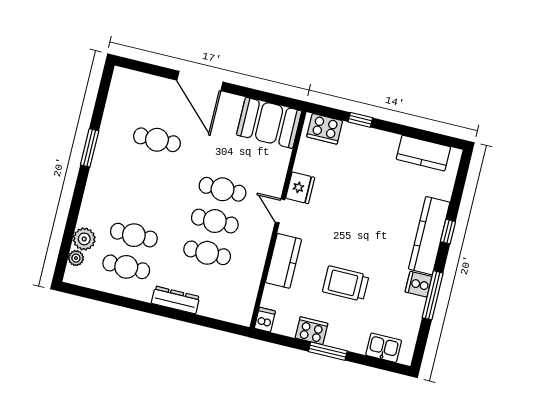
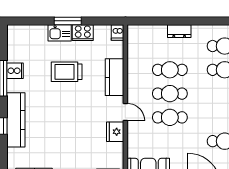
trolley: (346, 284) -> (67, 72), turned 180
cooker: (419, 284) -> (15, 71), moved
dresser: (175, 300) -> (179, 31), width x0.70
kitchen sink: (384, 348) -> (60, 33), moved

